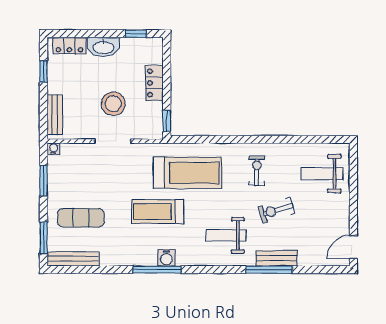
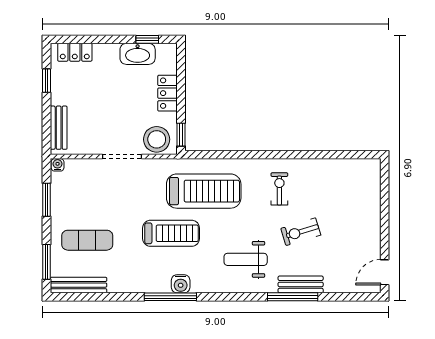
washbasin: (103, 47) -> (138, 54), moved
stool: (113, 104) -> (157, 139), moved
weight bench: (322, 174) -> (350, 192), removed
treadmill: (158, 211) -> (171, 233), turned 180

